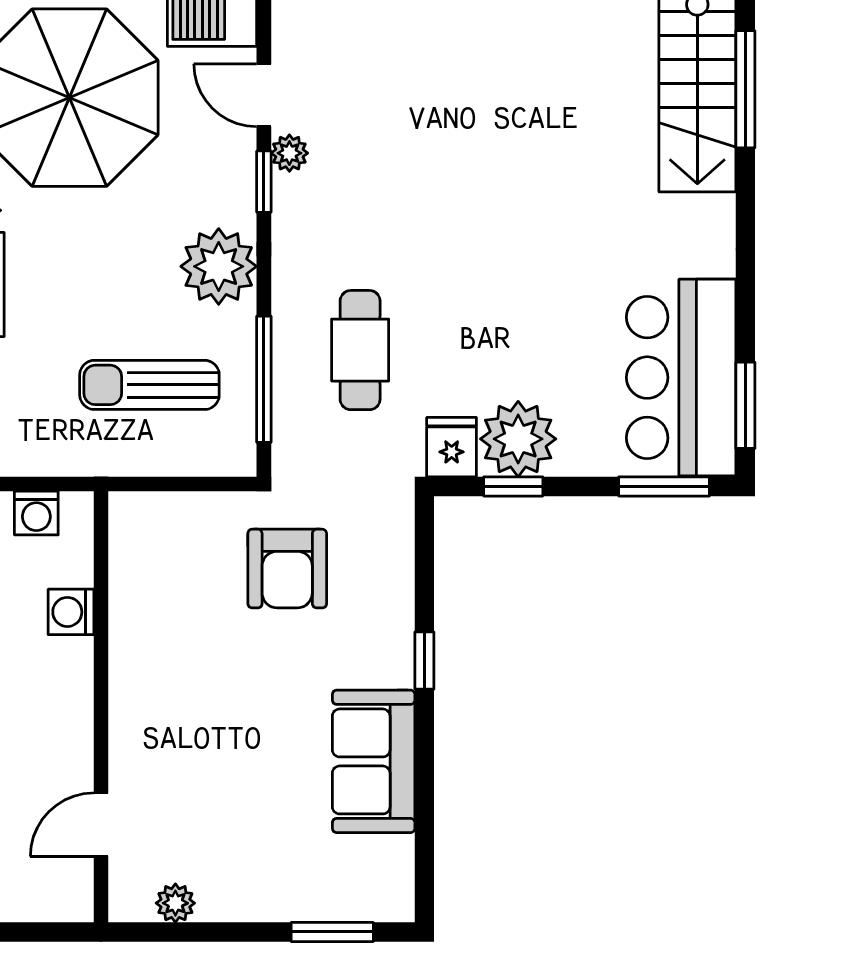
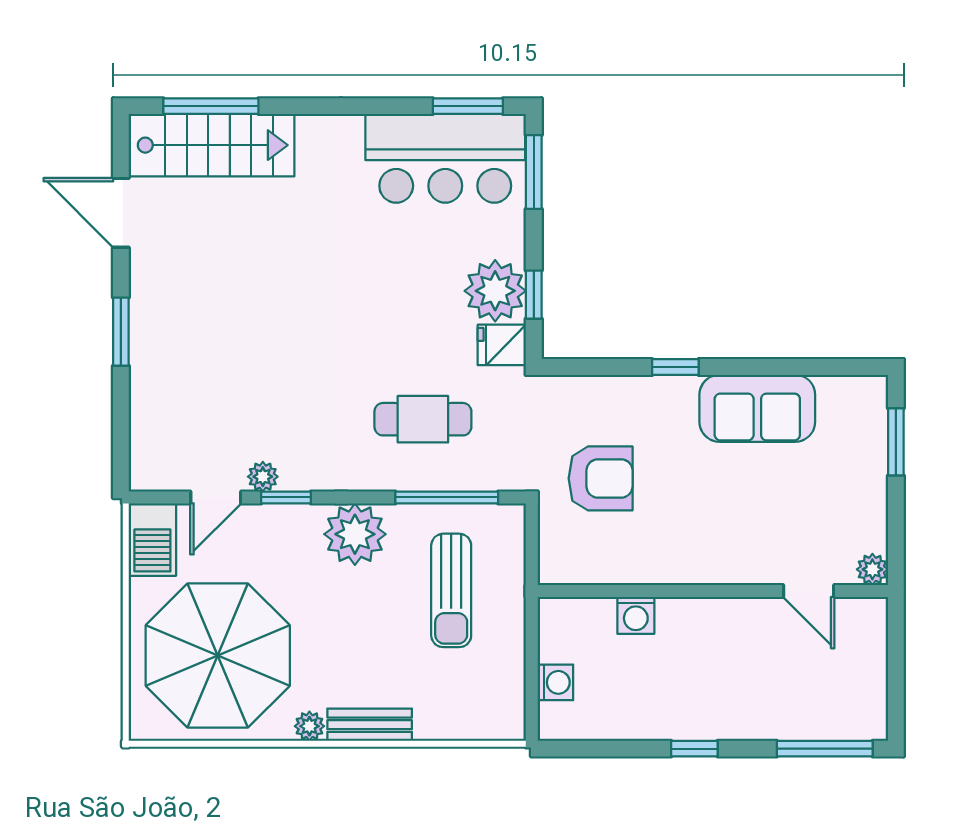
washing machine: (71, 612) -> (636, 615), moved
wall: (101, 707) -> (713, 591), moved
door: (101, 825) -> (809, 591), moved

